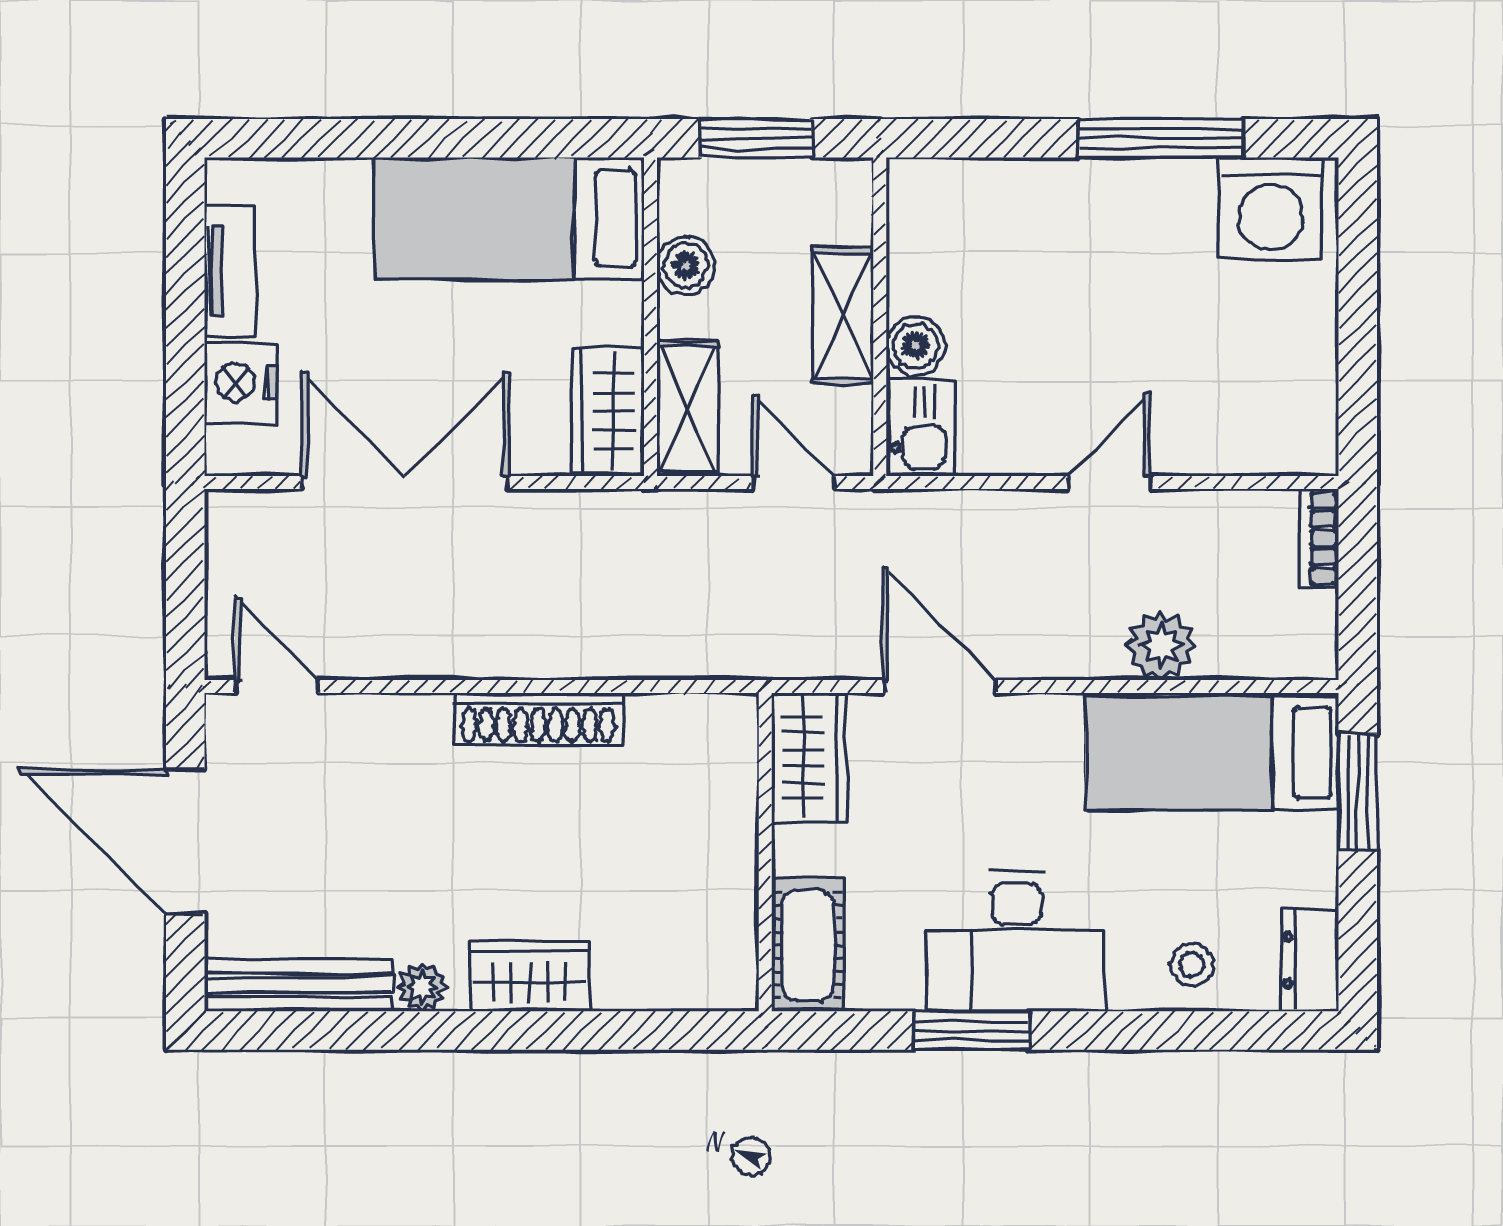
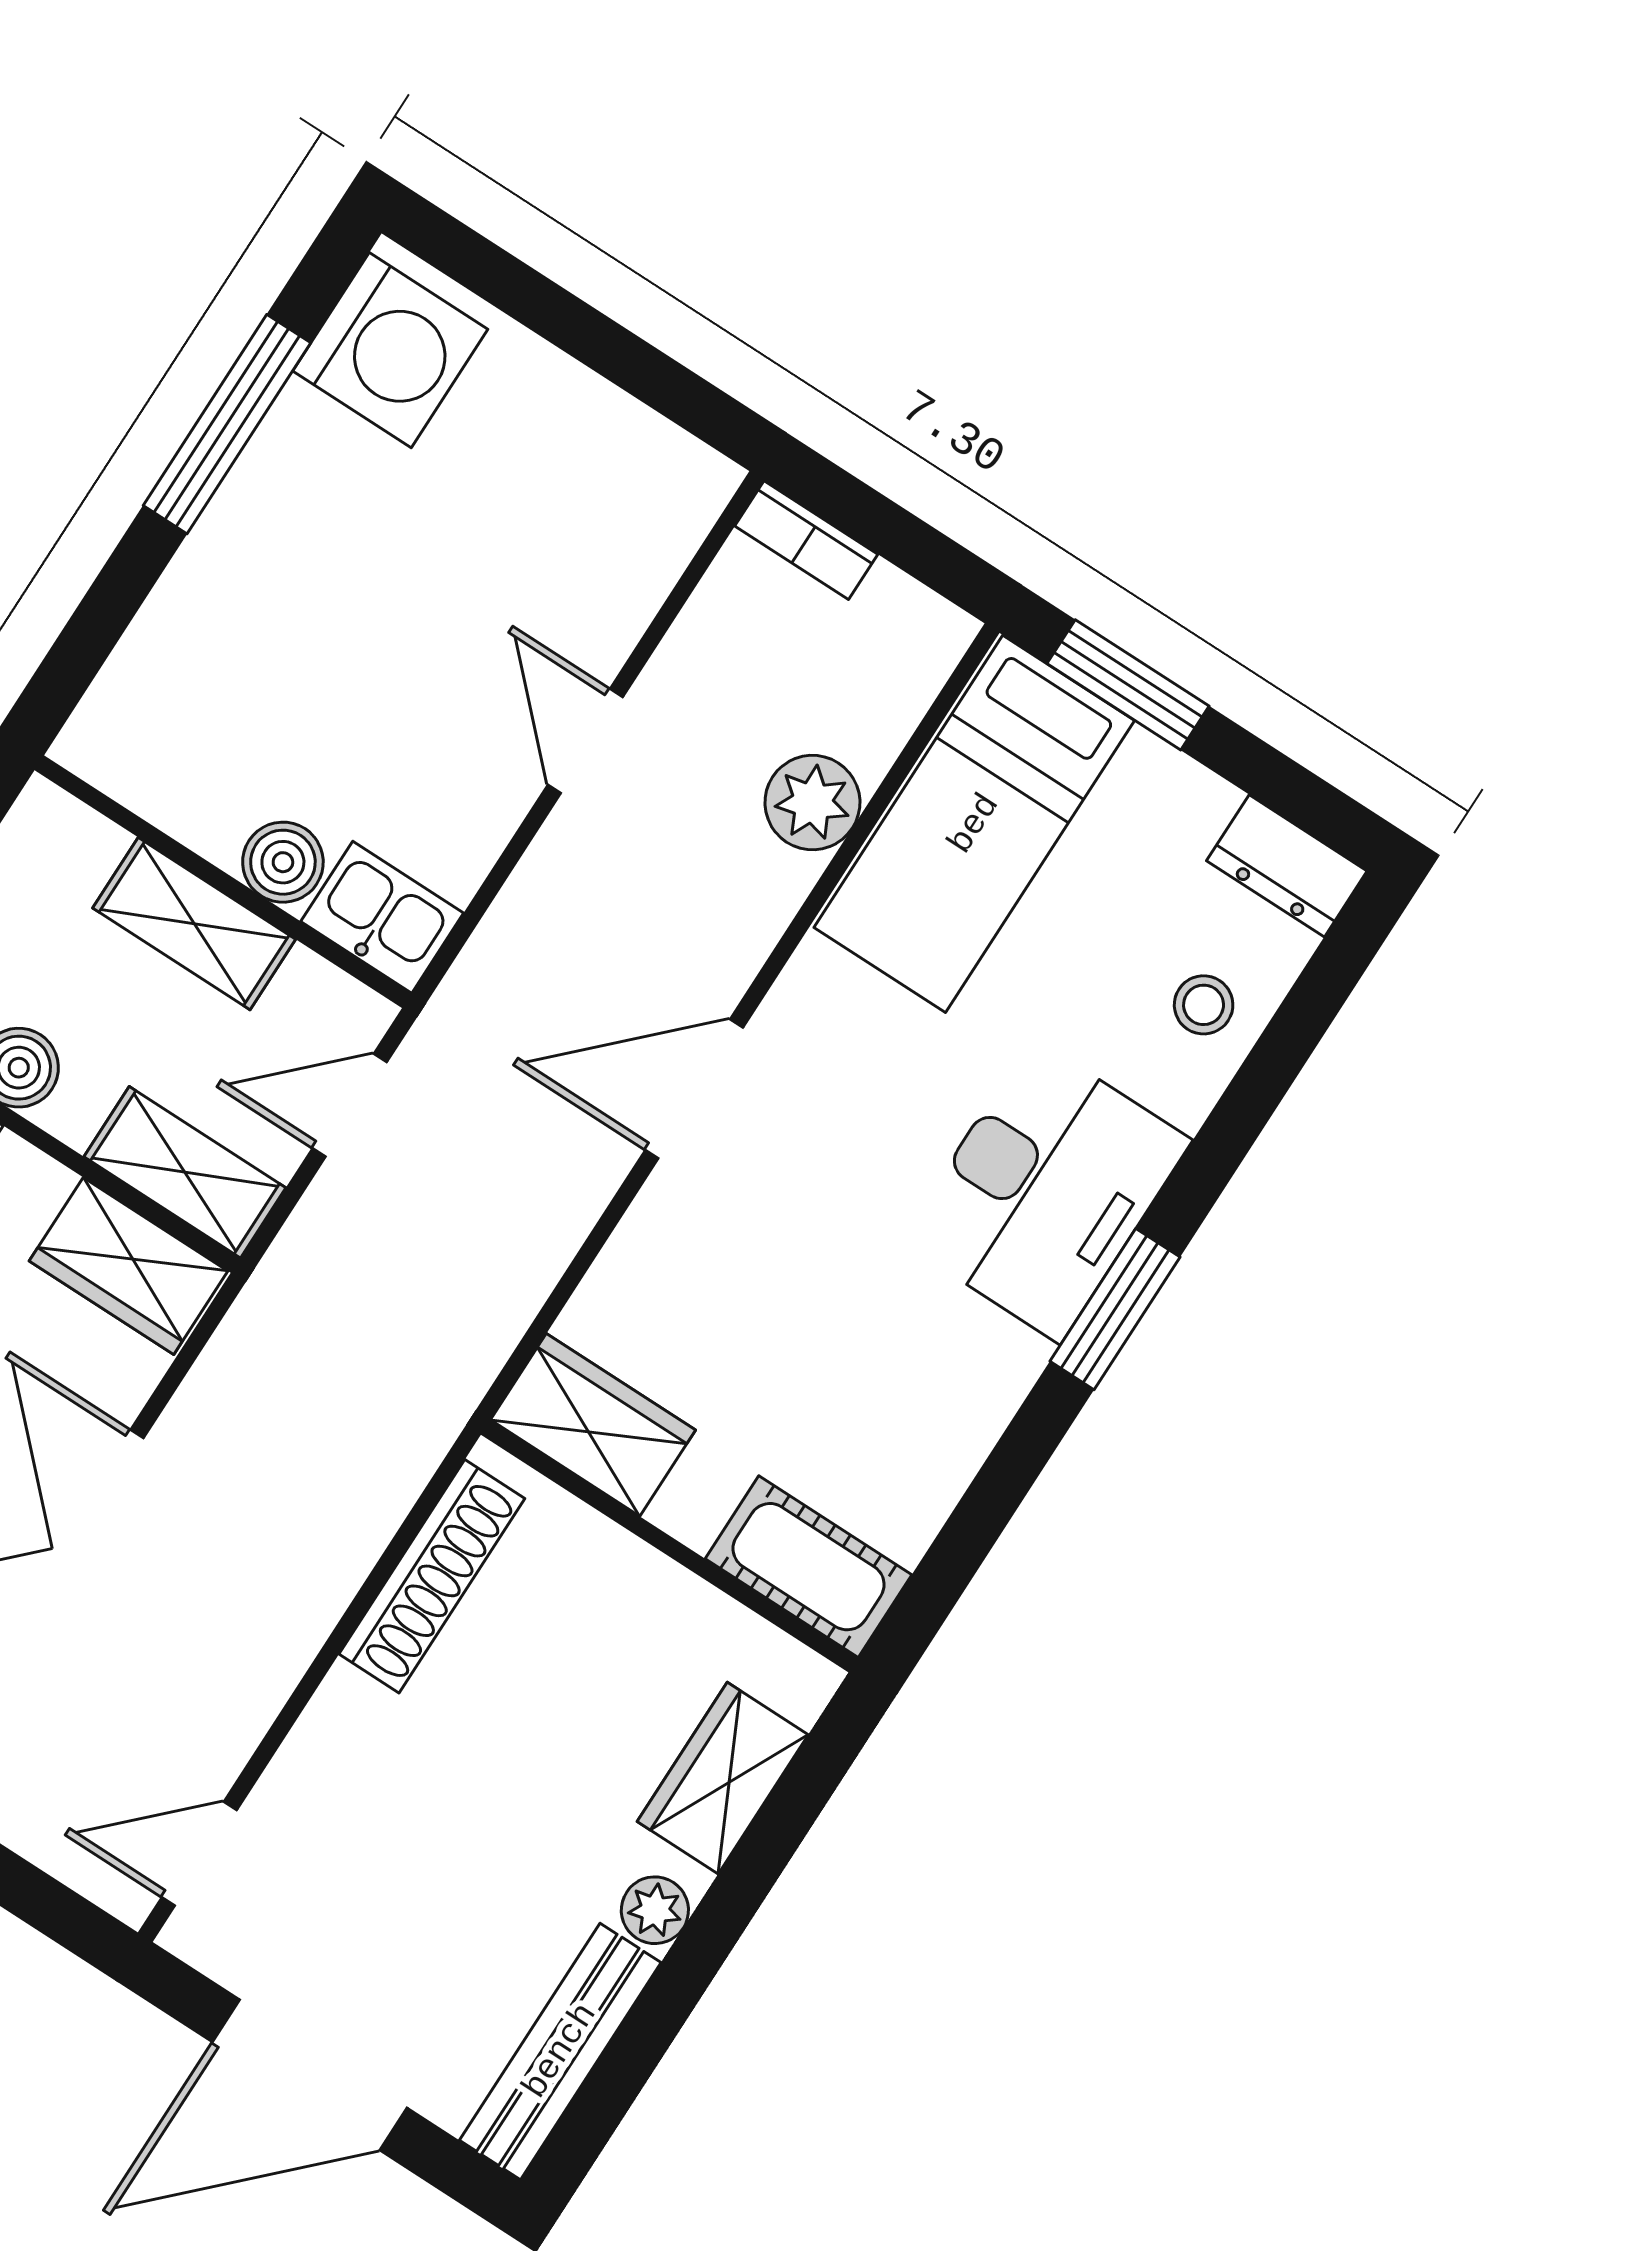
wardrobe: (809, 757) -> (593, 1425), moved
wall: (765, 852) -> (670, 1546), moved
cot: (808, 945) -> (809, 1567), moved

